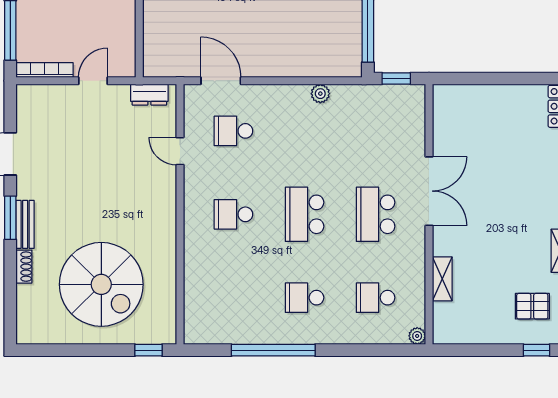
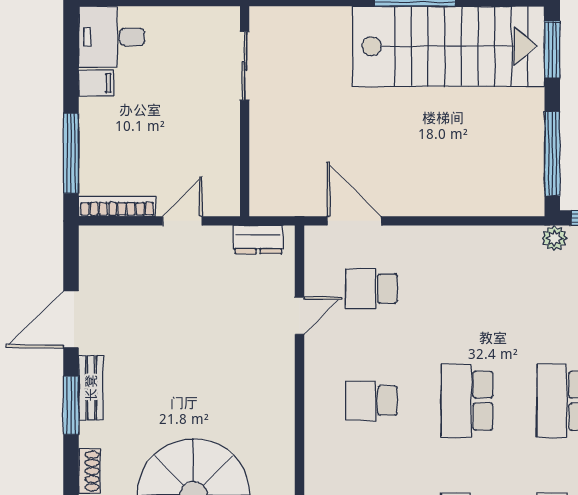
plant: (320, 94) -> (554, 238), moved
door: (180, 151) -> (299, 316), swing flipped
bench: (25, 224) -> (91, 388), moved

